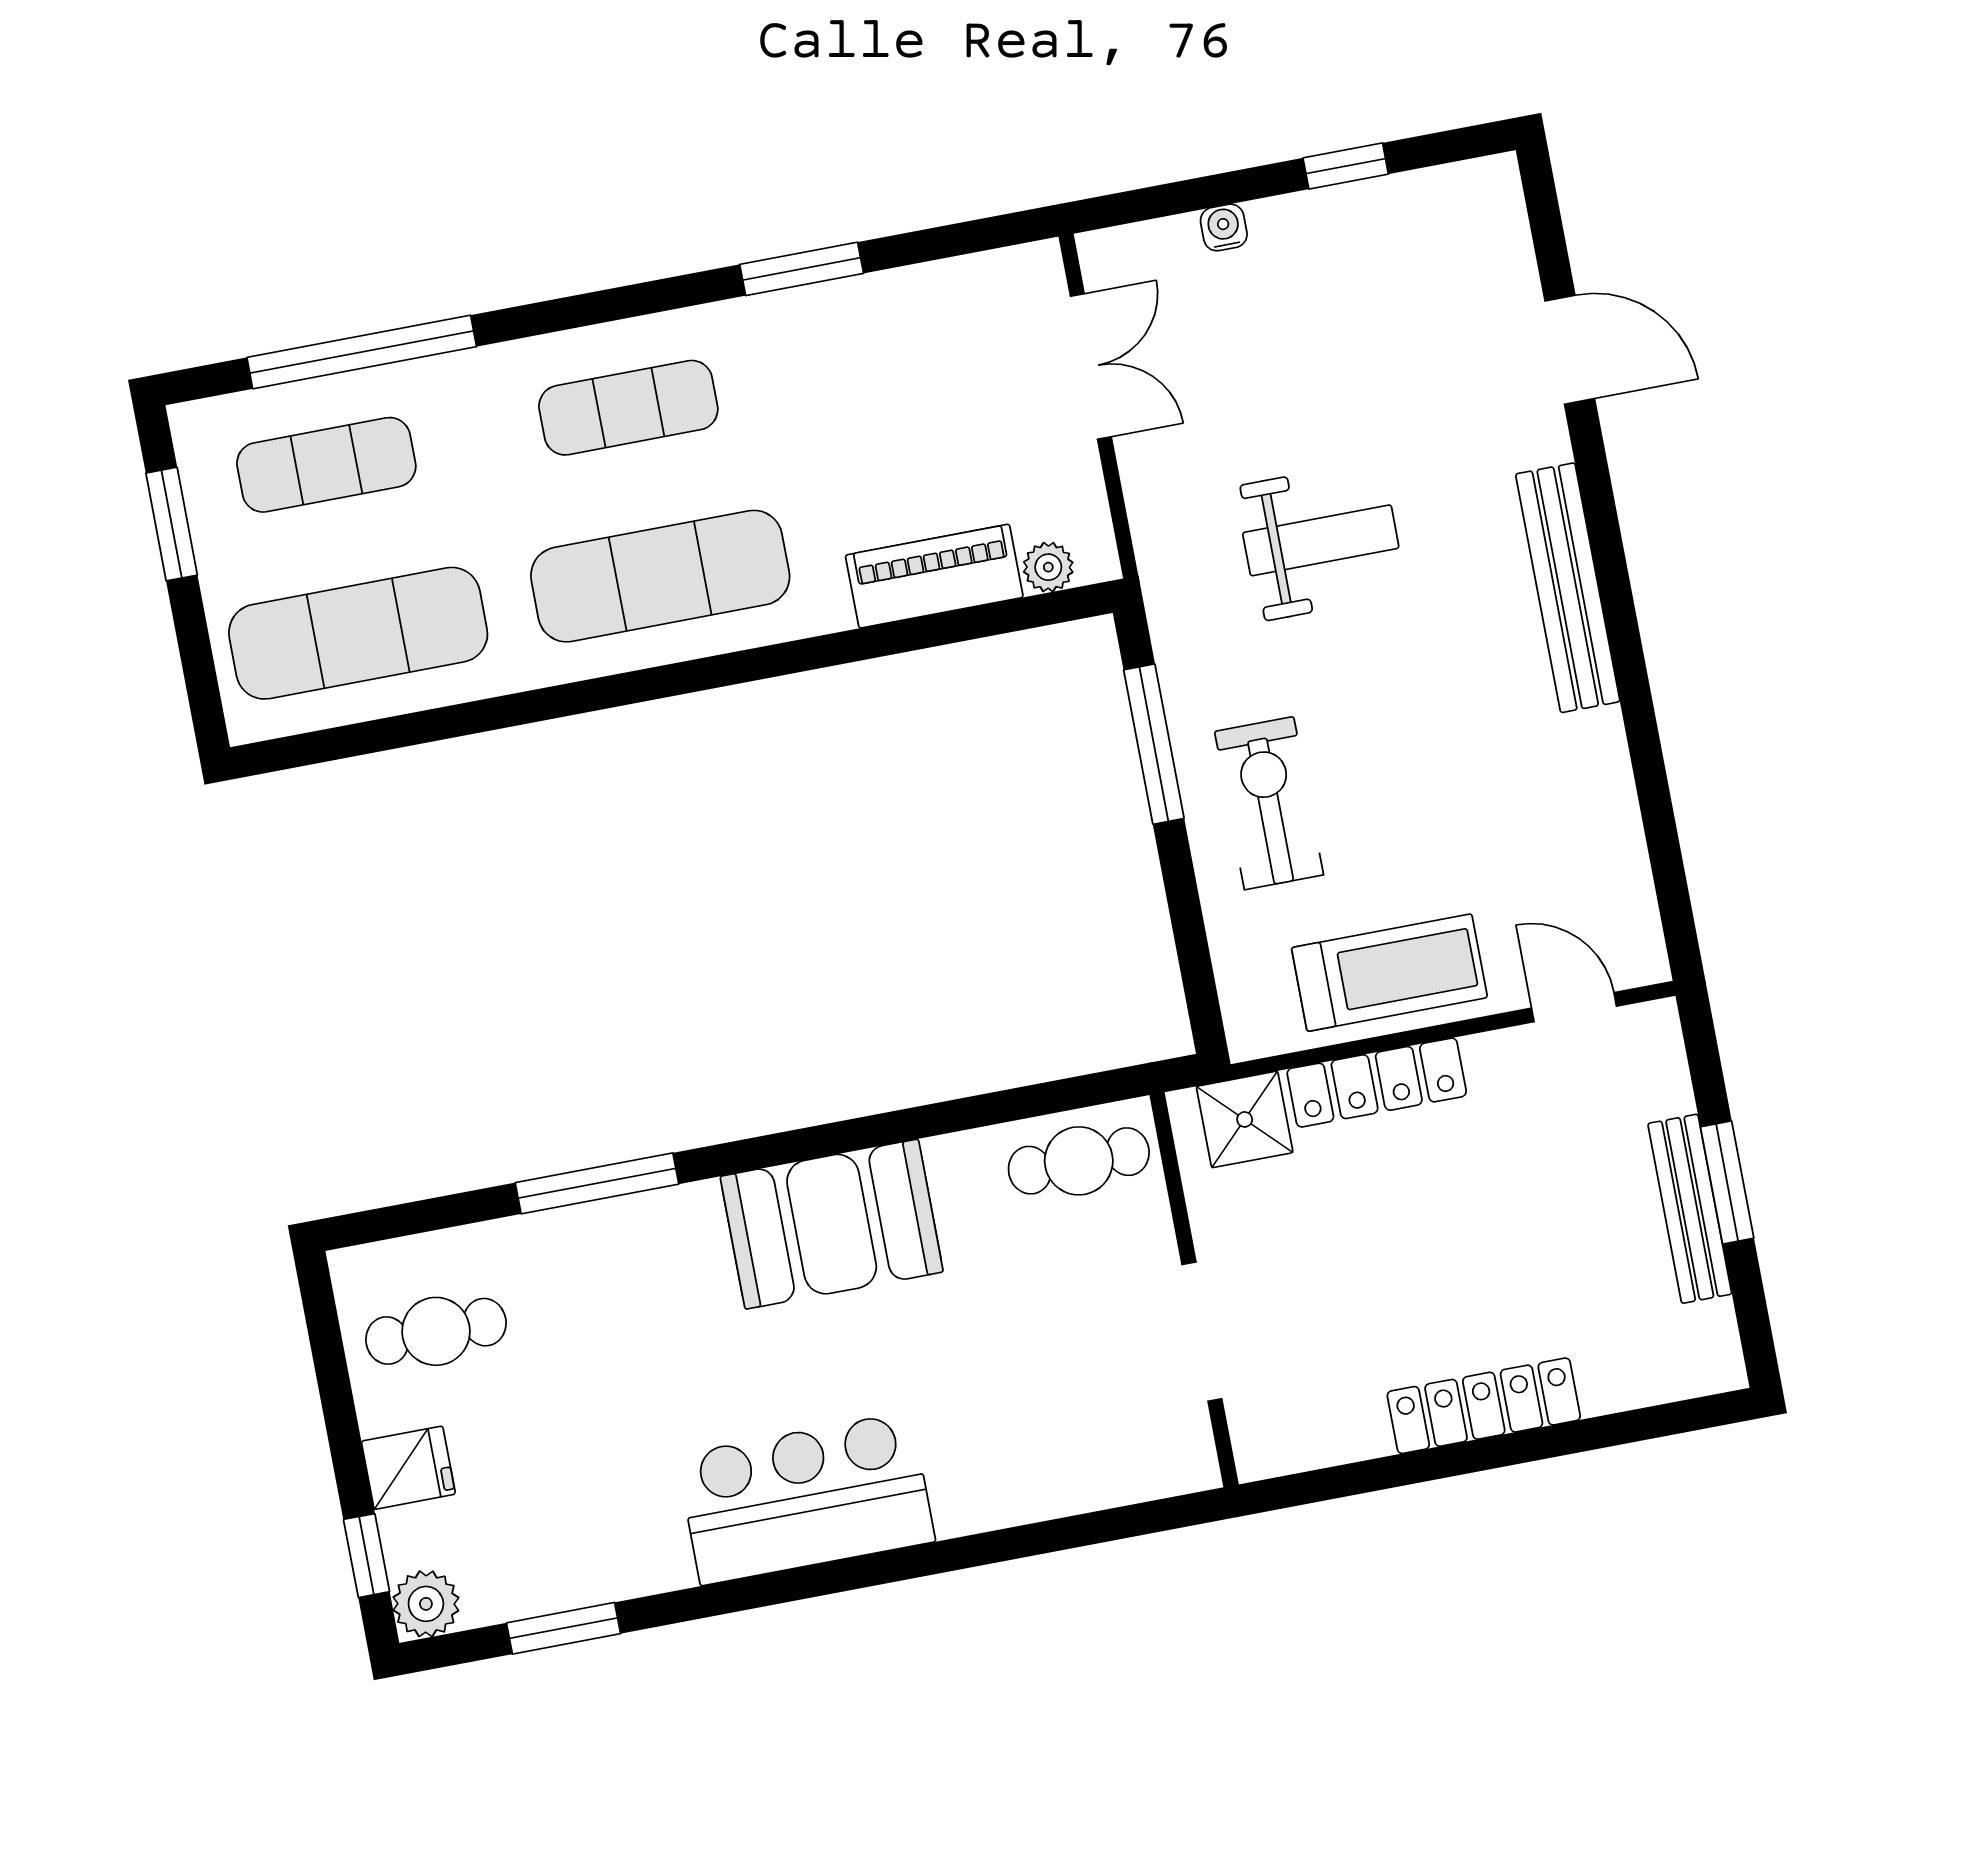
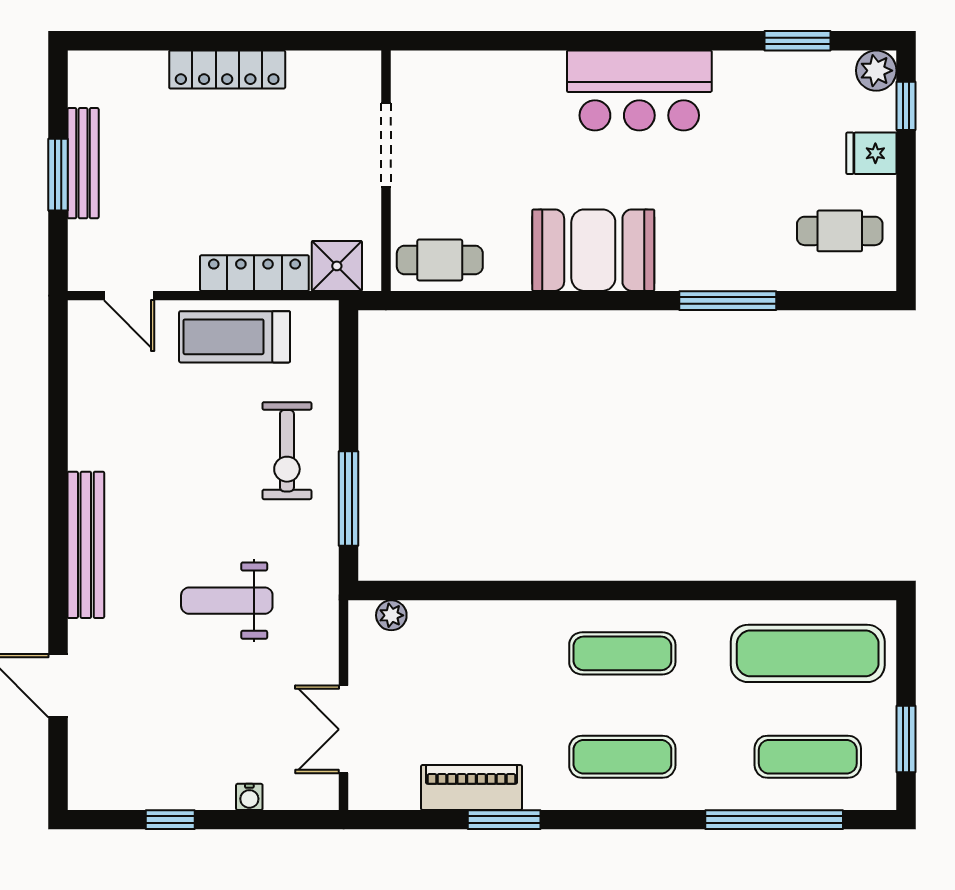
exercise mat: (660, 576) -> (622, 653), width x0.73, depth x0.69
piano: (934, 576) -> (472, 787), moved, turned 180

